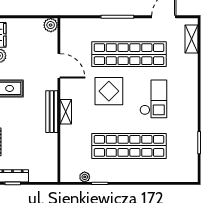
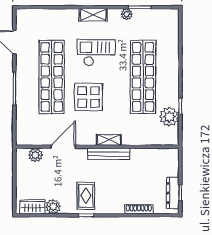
plant: (51, 25) -> (35, 155), moved
shelving: (191, 39) -> (93, 15), moved
plant: (192, 129) -> (127, 14), added
plant: (85, 177) -> (169, 117), width x1.88, depth x1.88

